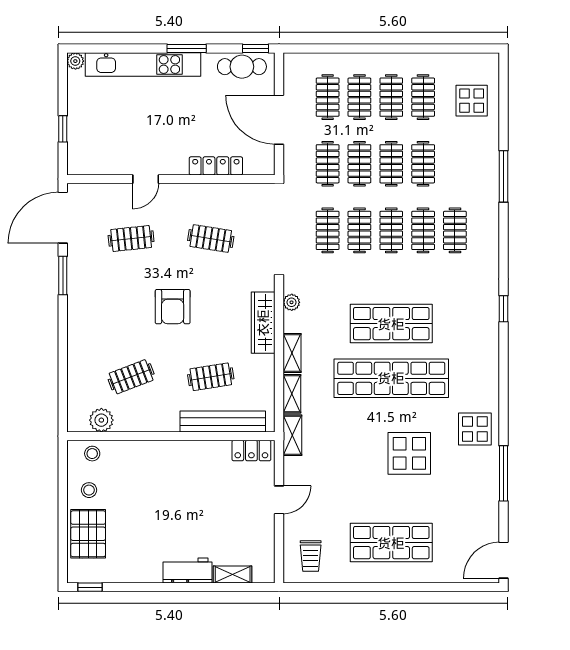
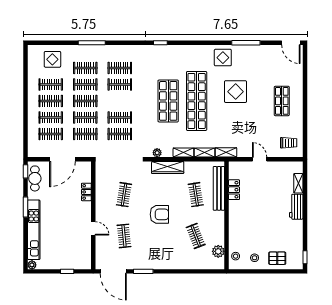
locker: (216, 166) -> (86, 192), width x0.66
clothes rail: (391, 230) -> (85, 68), moved
locker: (251, 451) -> (234, 190), moved
pallet: (88, 534) -> (277, 258), width x0.67, depth x0.71
shop shelf: (391, 543) -> (282, 101), width x0.70, depth x0.74

